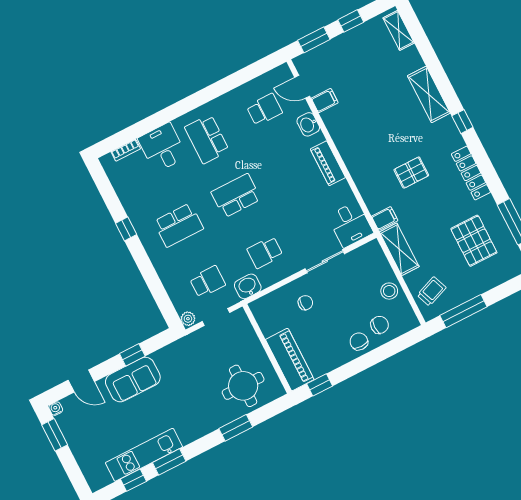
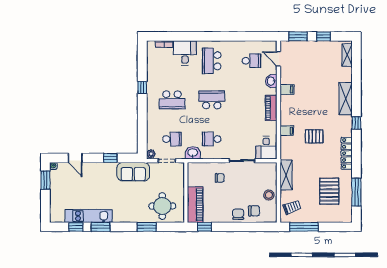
filing cabinet: (325, 101) -> (287, 89), moved
filing cabinet: (385, 218) -> (287, 131), moved
sofa: (133, 380) -> (133, 172), moved

